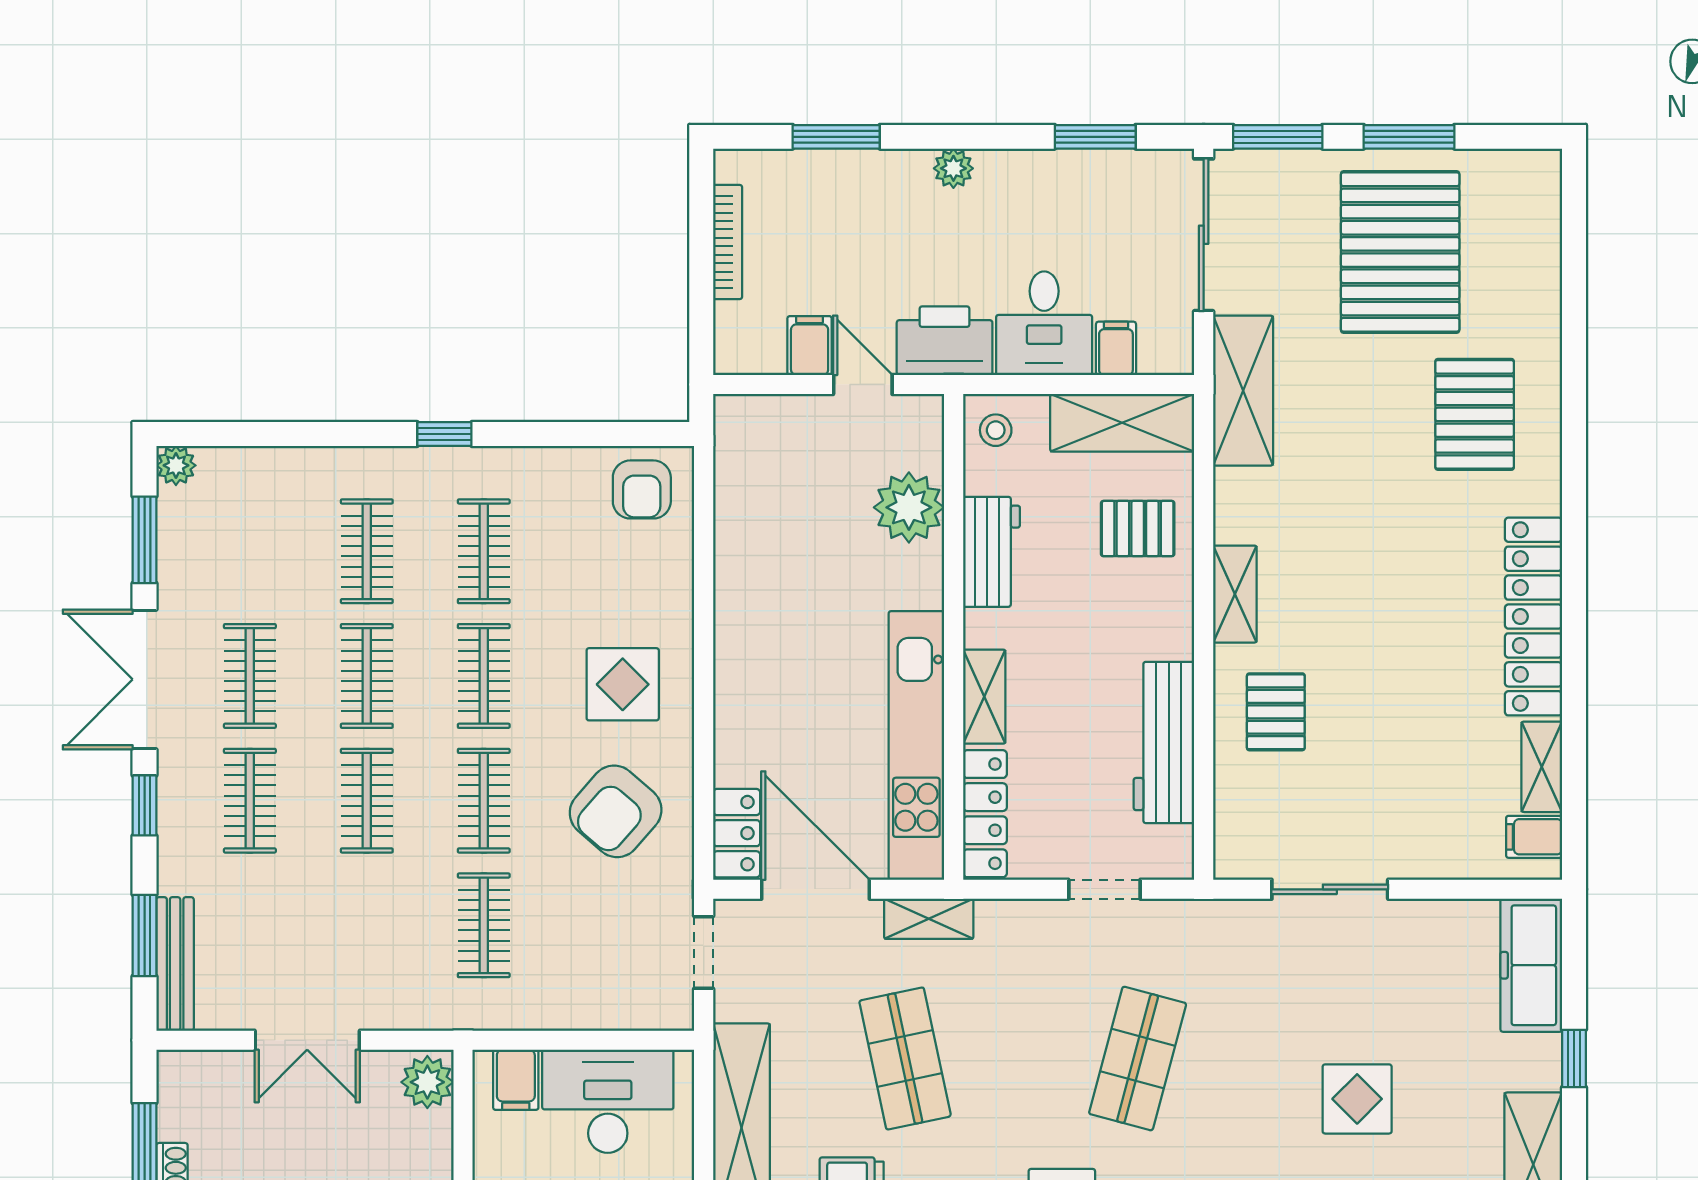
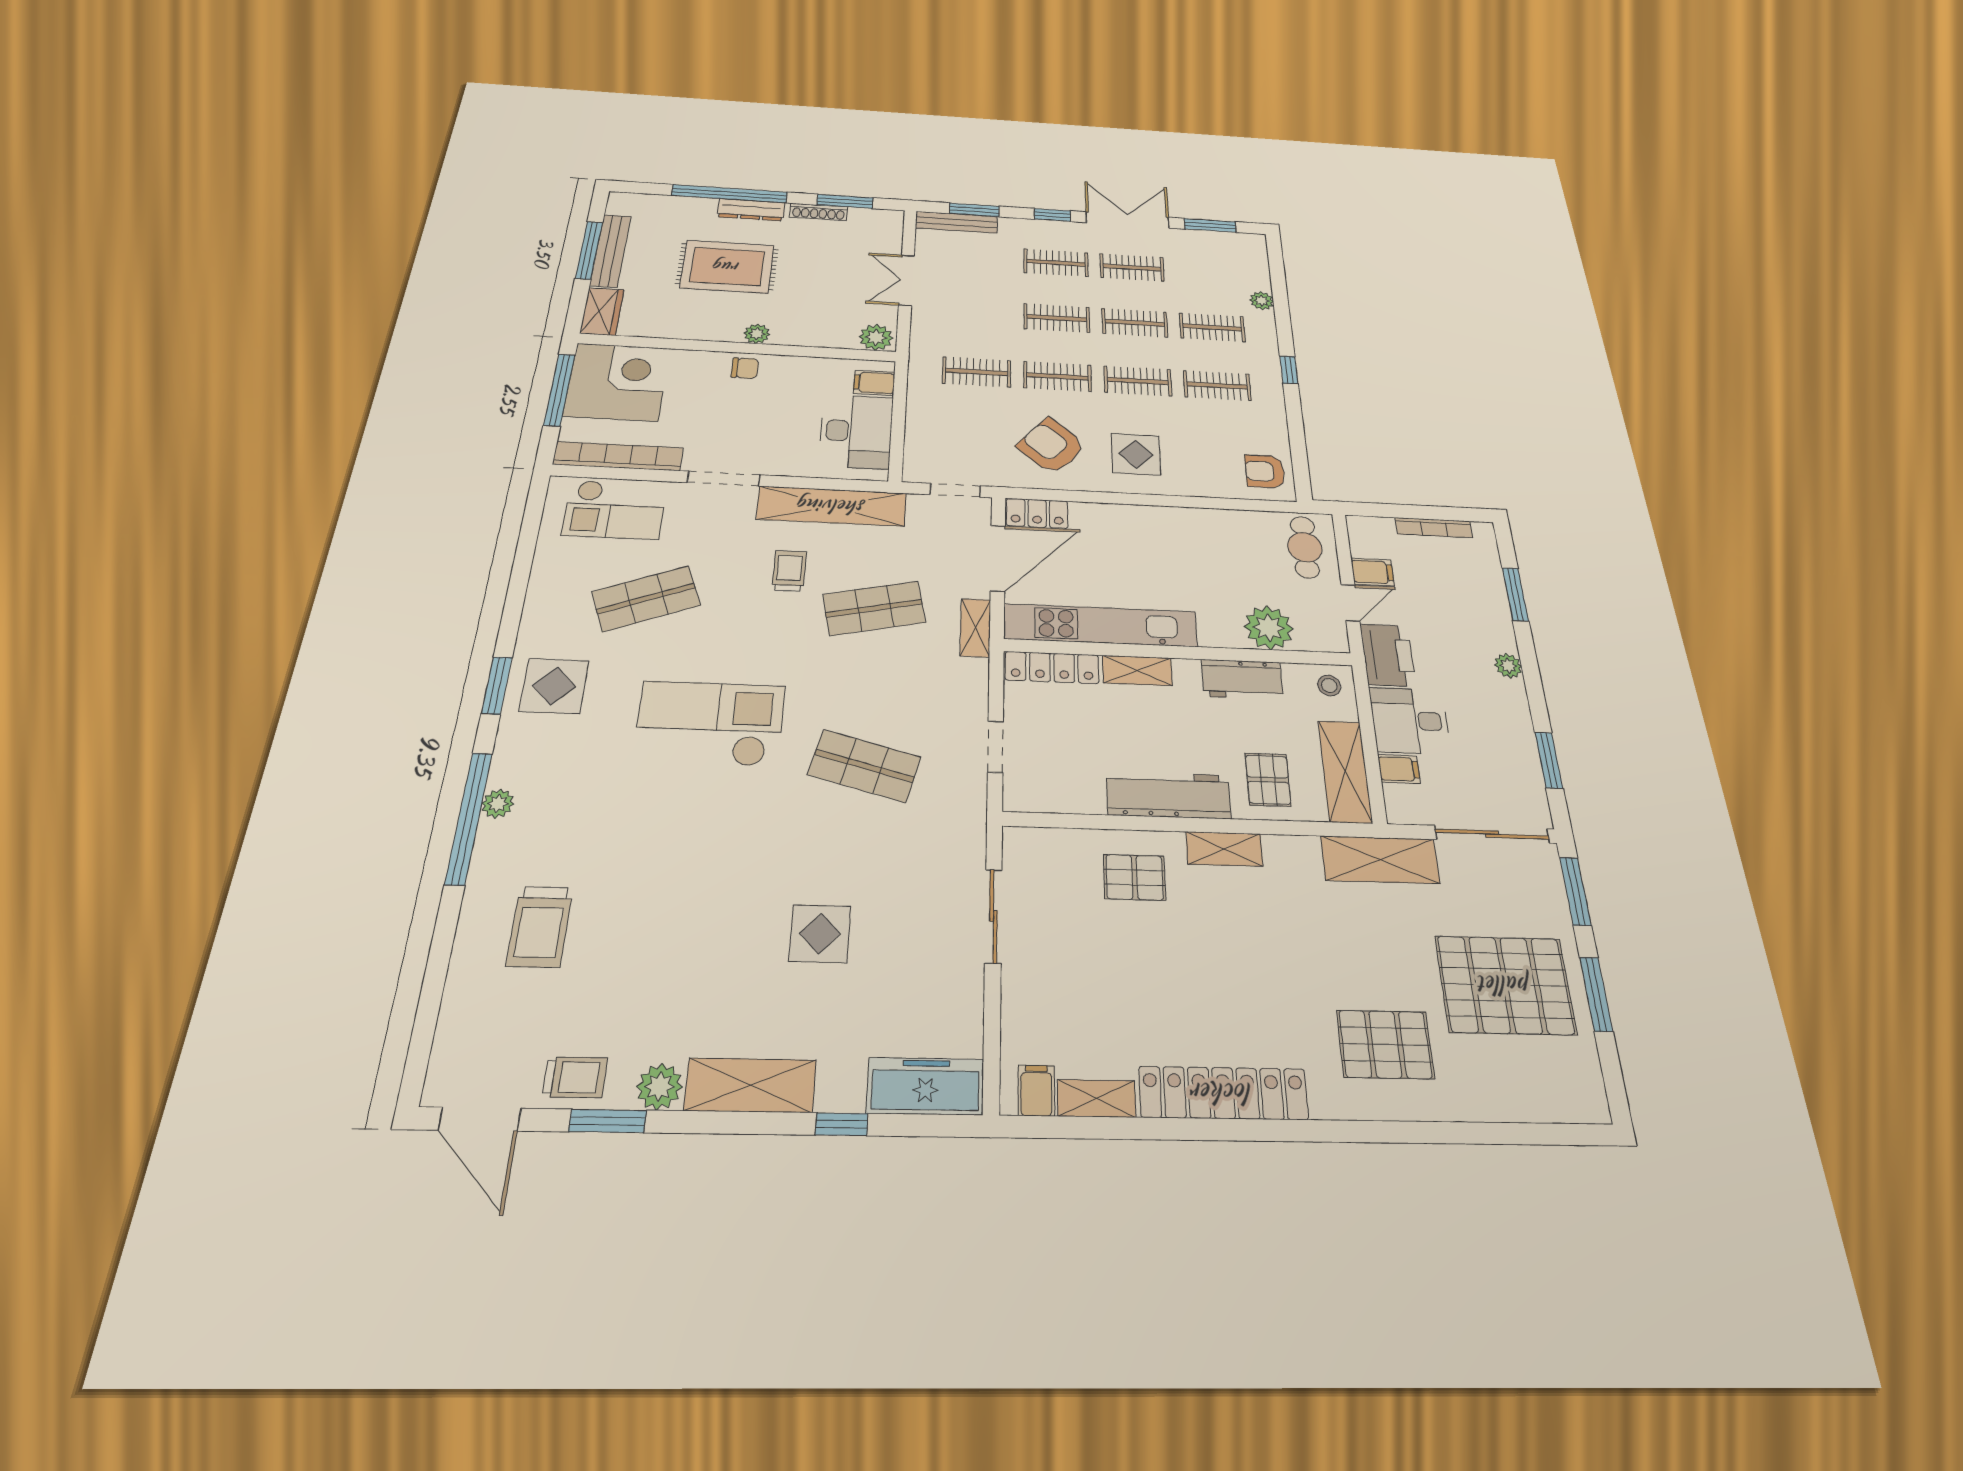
cafe table: (773, 442) -> (1305, 547), added
plant: (176, 465) -> (1262, 301), moved
workbench: (1164, 742) -> (1169, 795), moved

